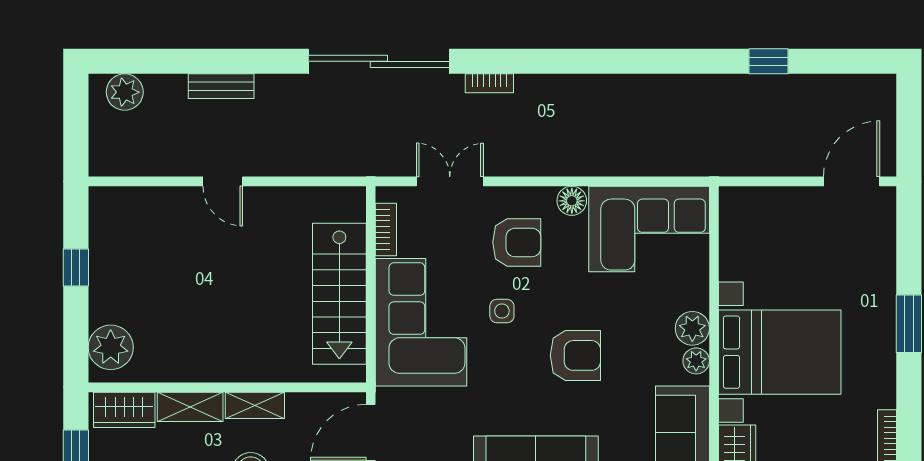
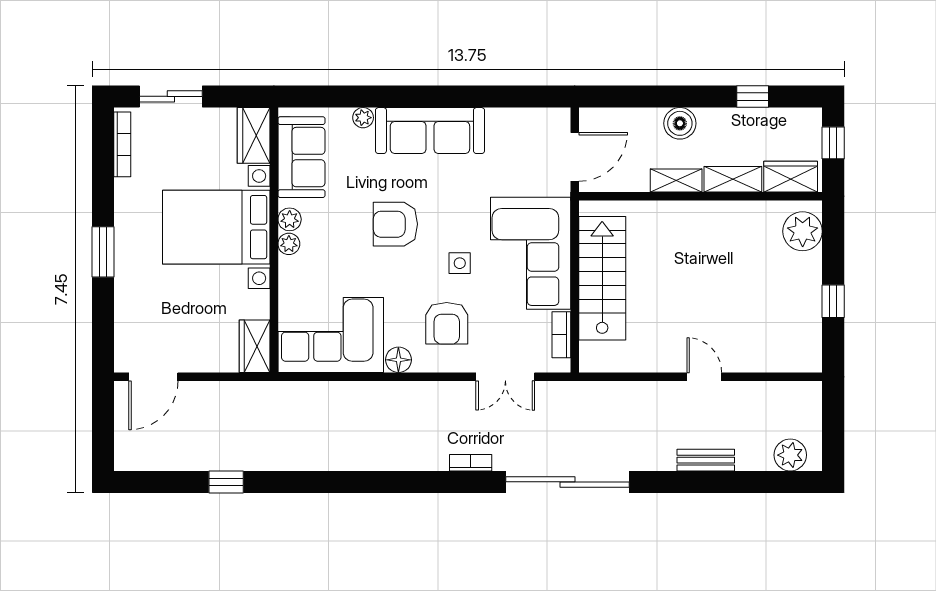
wardrobe: (736, 216) -> (255, 346), added
armchair: (517, 242) -> (447, 323), turned -90
plant: (692, 328) -> (289, 244), width x0.73, depth x0.73

